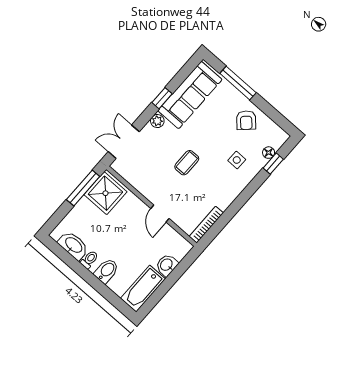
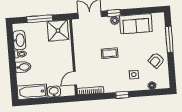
sofa: (190, 95) -> (136, 24), width x0.73
window: (162, 98) -> (114, 13), moved
window: (273, 164) -> (122, 95), moved
window: (83, 188) -> (40, 19), moved
door: (160, 214) -> (75, 78), moved

